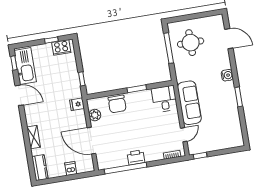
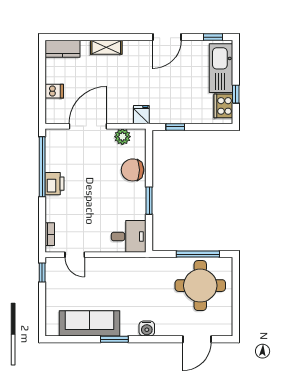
round table: (191, 43) -> (200, 286), width x1.36, depth x1.36
kitchen sink: (25, 66) -> (221, 68), moved, turned 90
sofa: (189, 103) -> (89, 323), moved, turned 180

